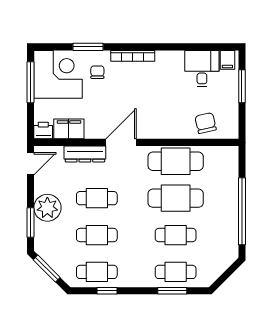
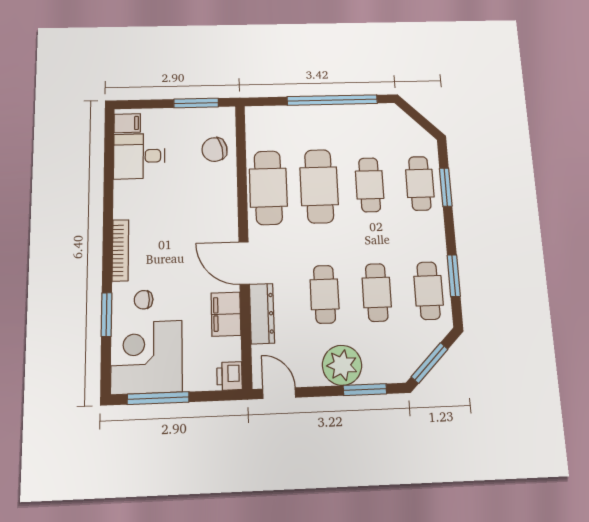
window: (242, 86) -> (196, 103), moved
filing cabinet: (69, 129) -> (226, 314), moved
window: (107, 291) -> (454, 276), width x1.50

